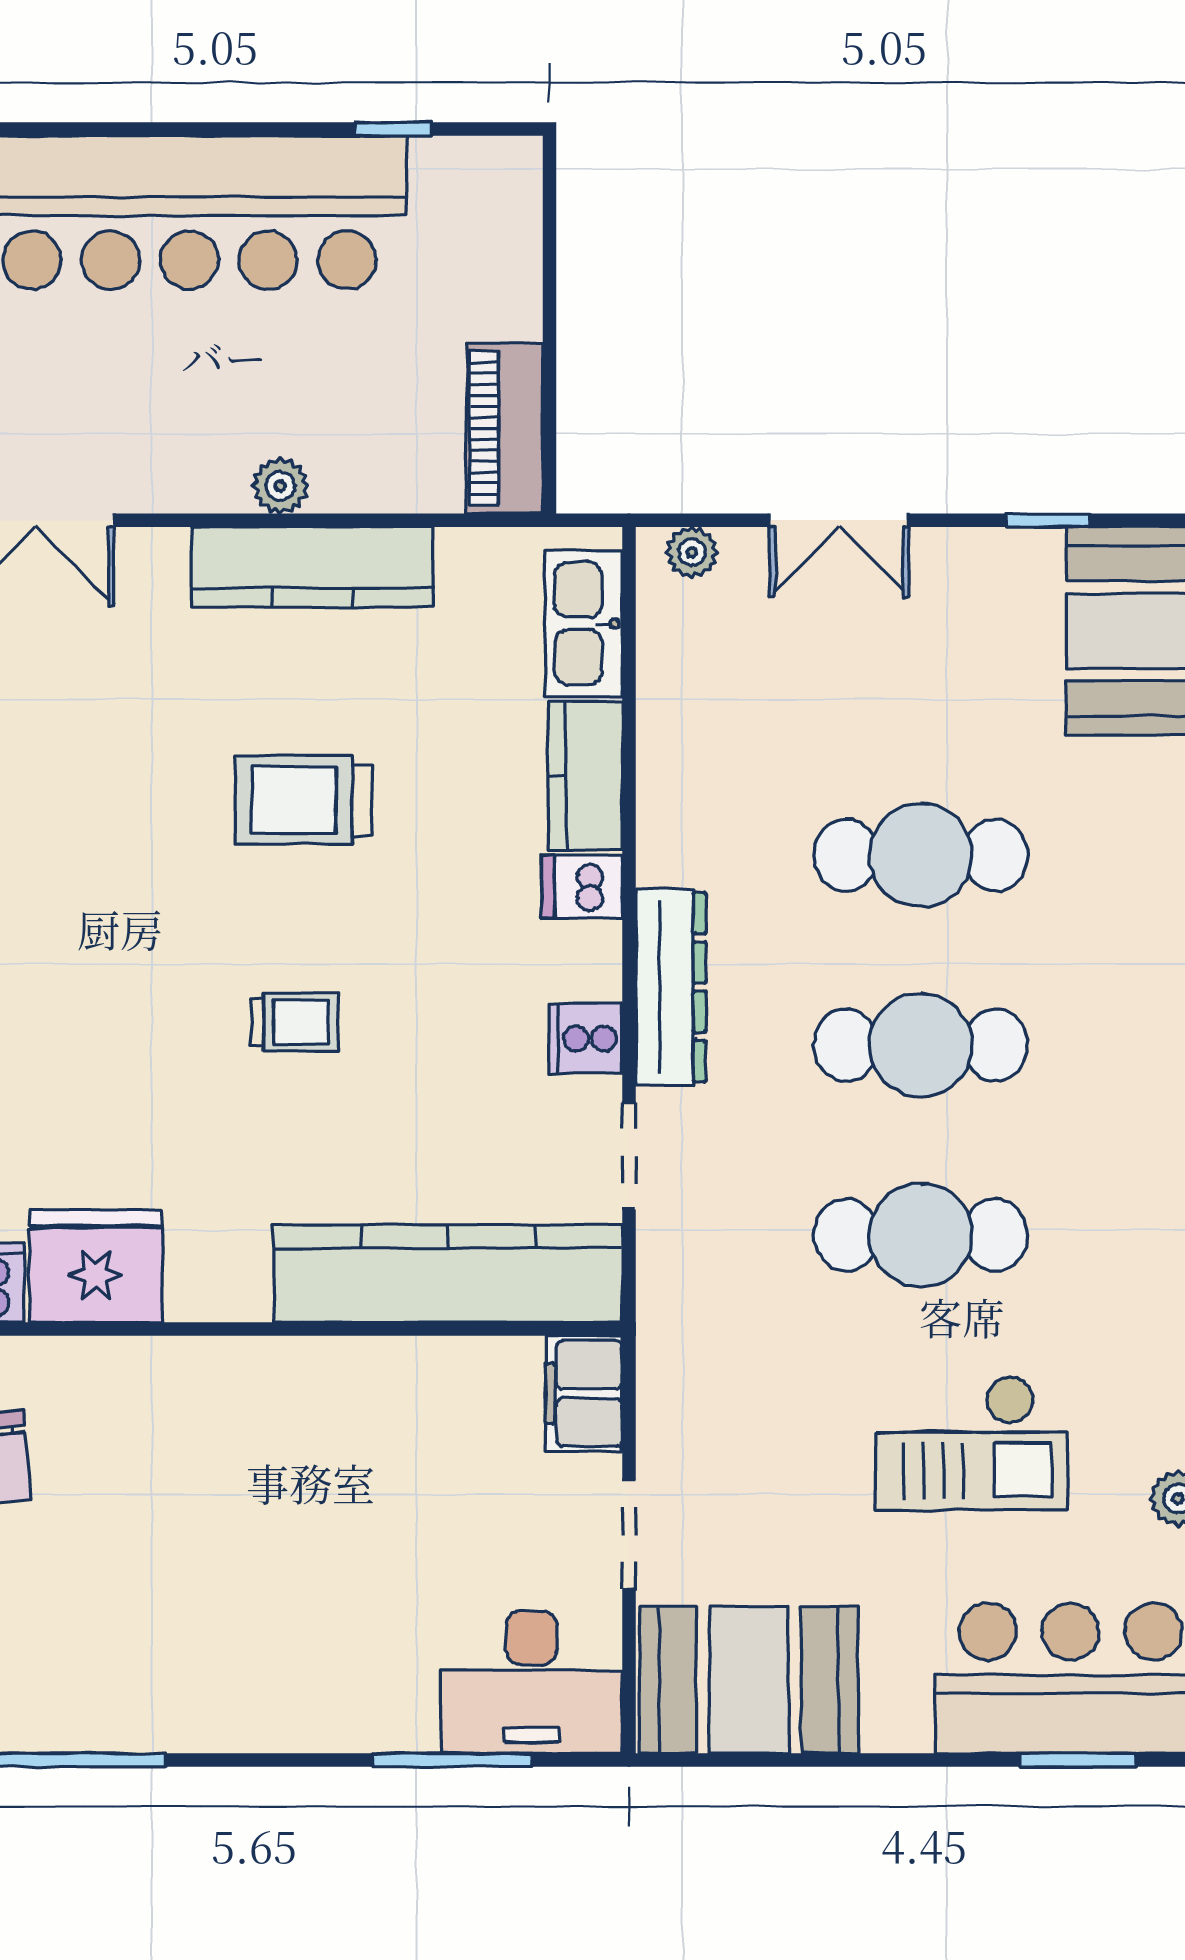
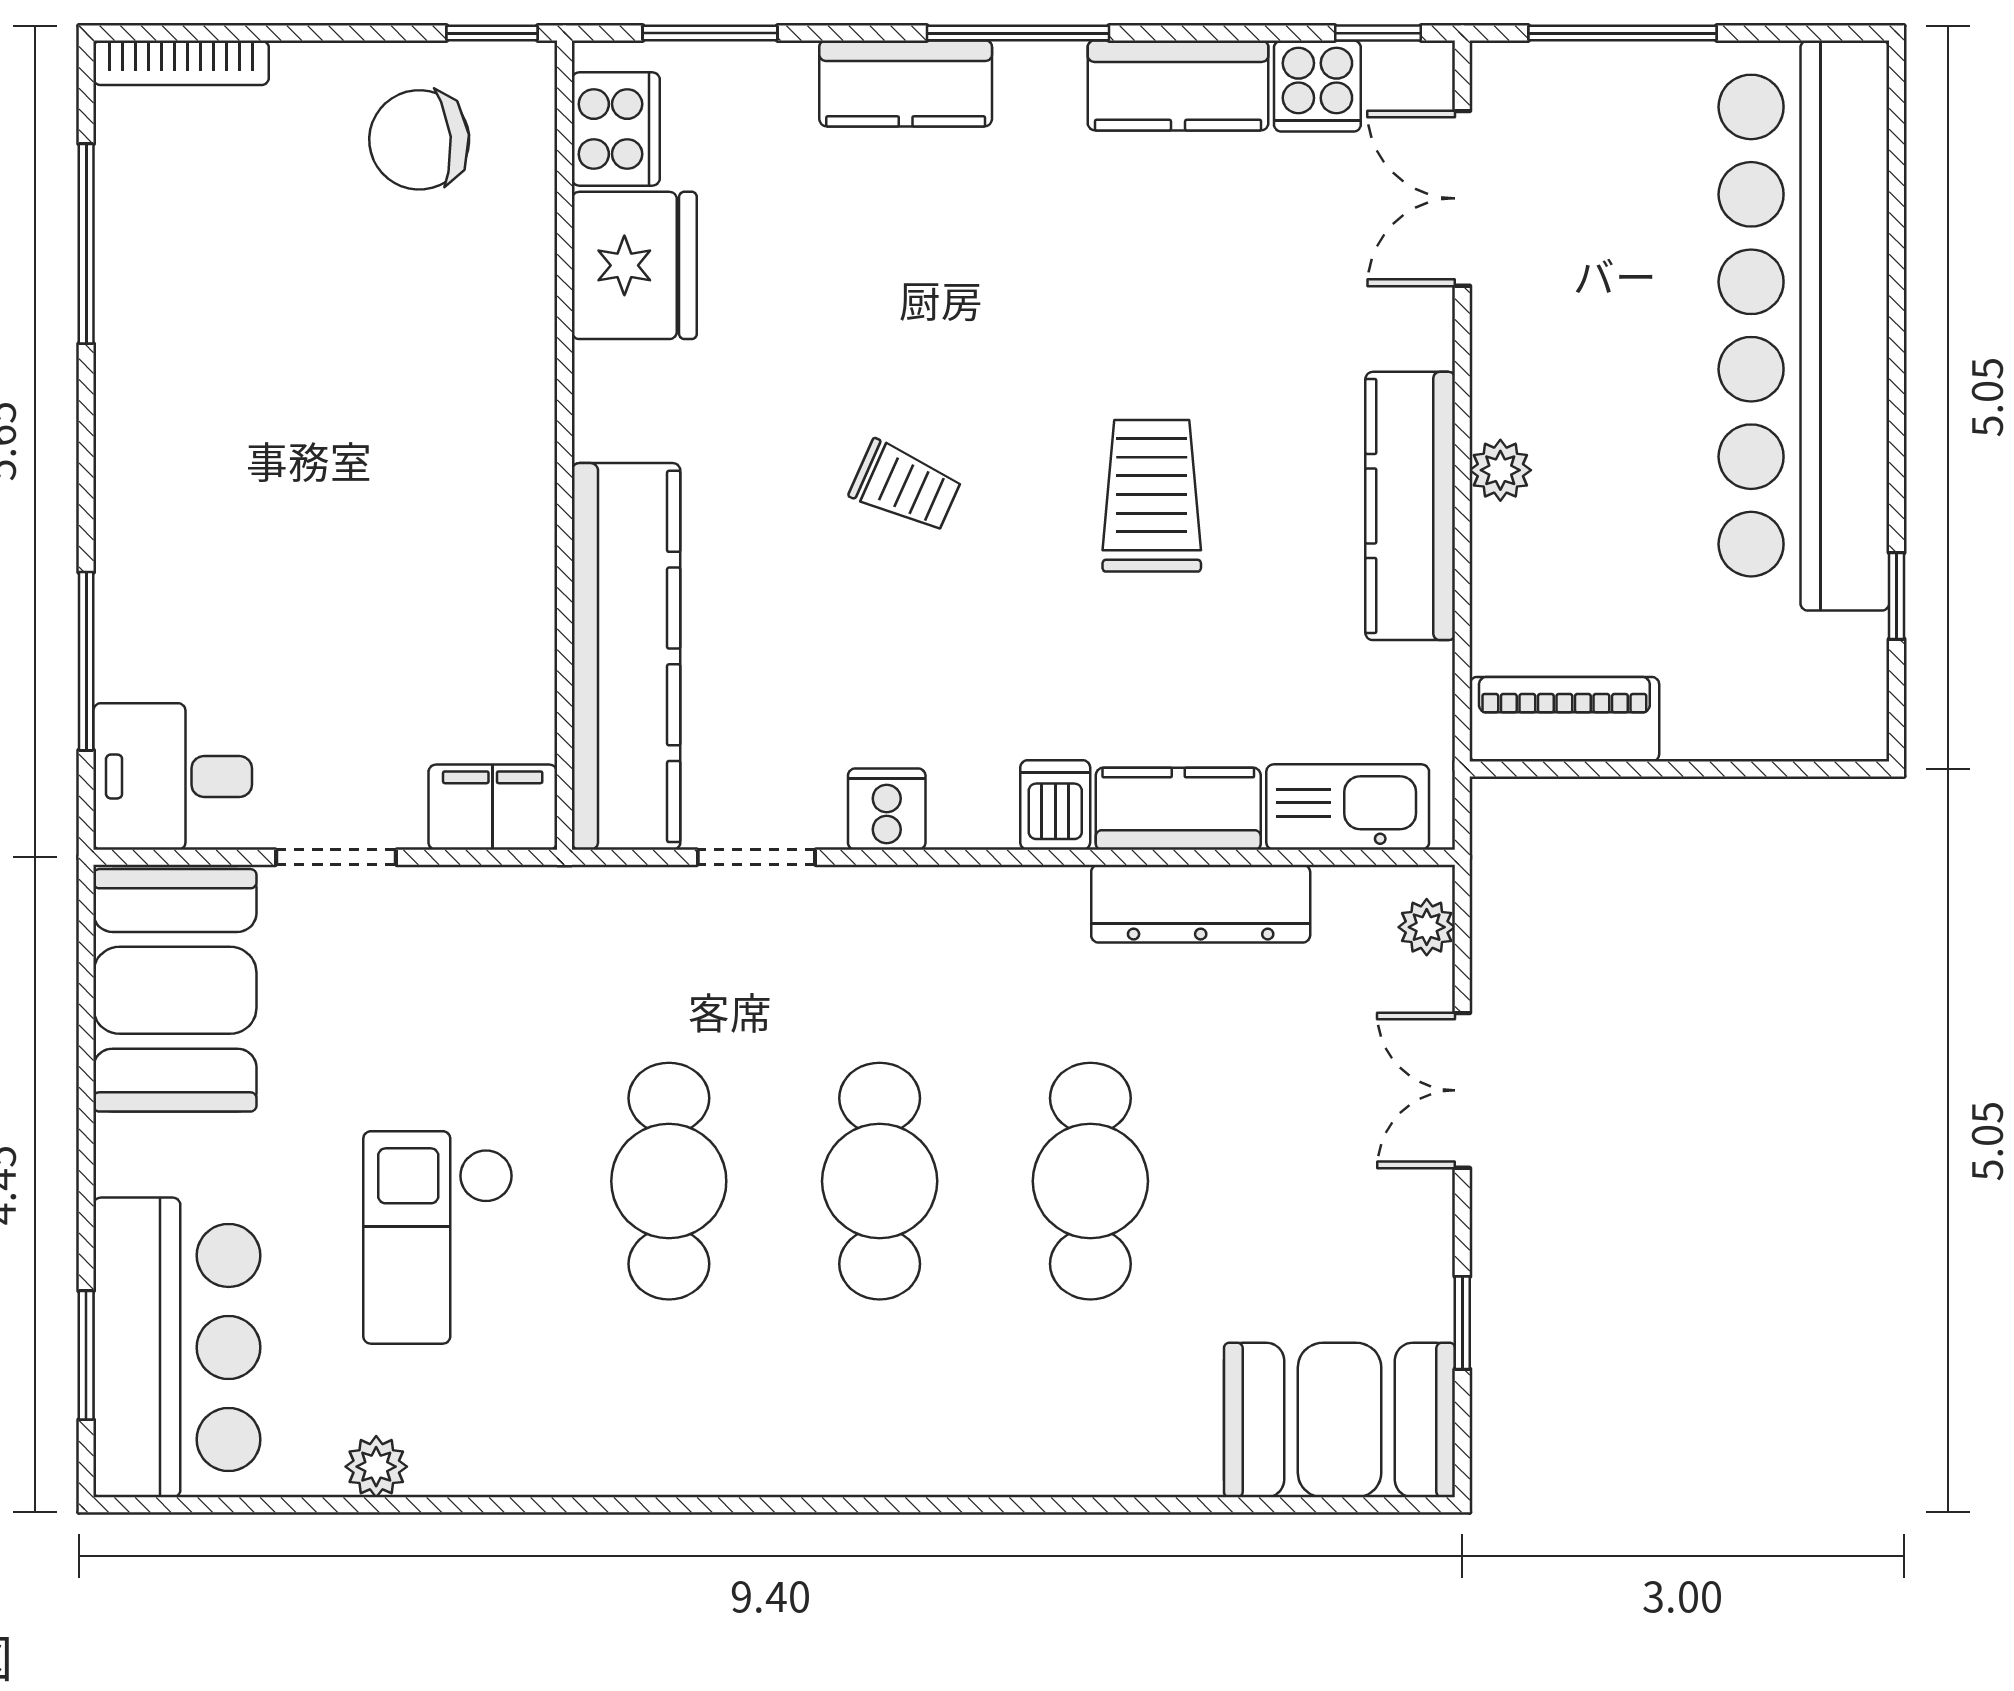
dresser: (671, 987) -> (1201, 904), moved
trolley: (295, 1022) -> (905, 486), turned -66
desk: (532, 1682) -> (173, 776), width x0.73

